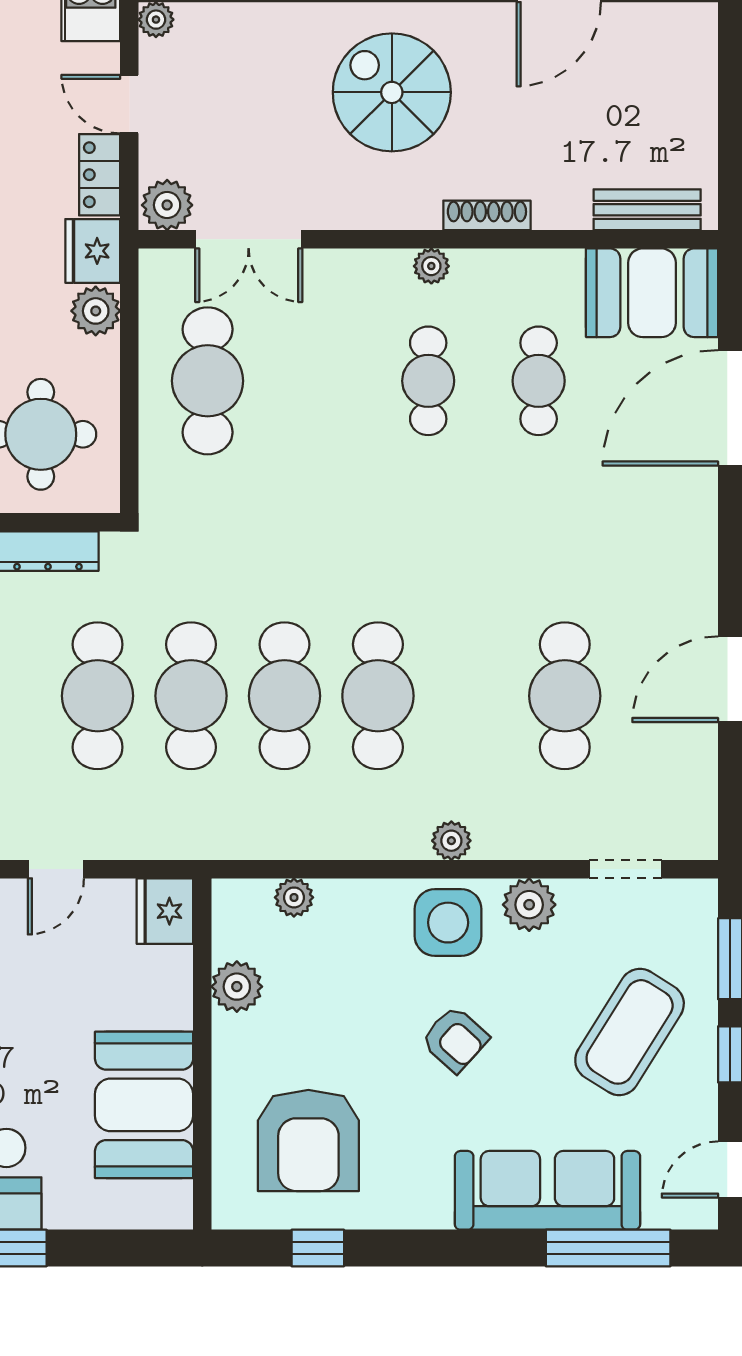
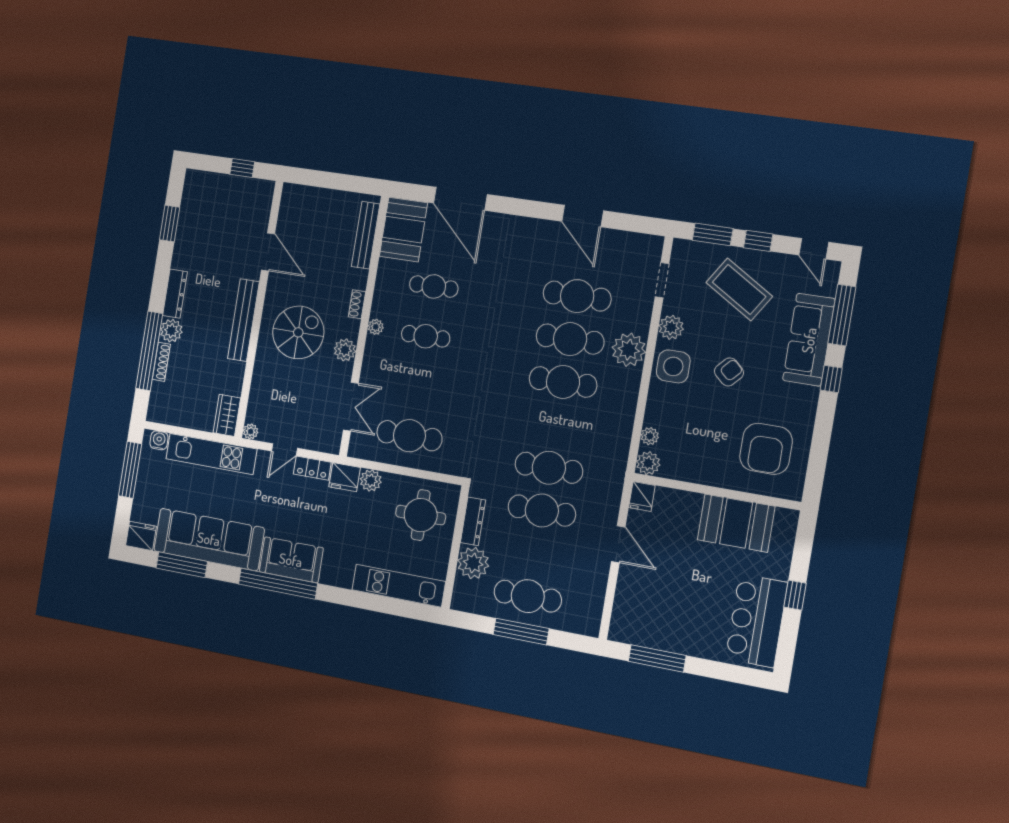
spiral stairs: (392, 92) -> (298, 332), turned 180
plant: (167, 205) -> (345, 350), moved
bench: (647, 210) -> (366, 235), width x1.36
shoe rack: (487, 215) -> (357, 304), width x0.70
cafe table: (284, 696) -> (570, 339), moved
plant: (451, 841) -> (629, 350), width x1.88, depth x1.88
door: (56, 869) -> (618, 544), width x1.38
fridge: (165, 911) -> (642, 496), width x0.72
plant: (237, 987) -> (648, 463), moved
armchair: (308, 1141) -> (766, 449), turned 90
window: (318, 1248) -> (831, 379), moved

